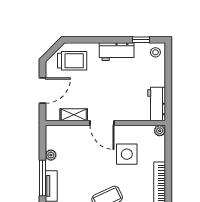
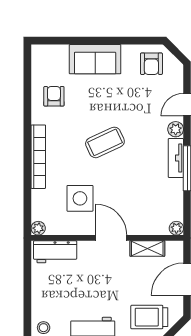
workbench: (157, 104) -> (55, 252), moved, turned 90
plant: (51, 155) -> (176, 228), moved

